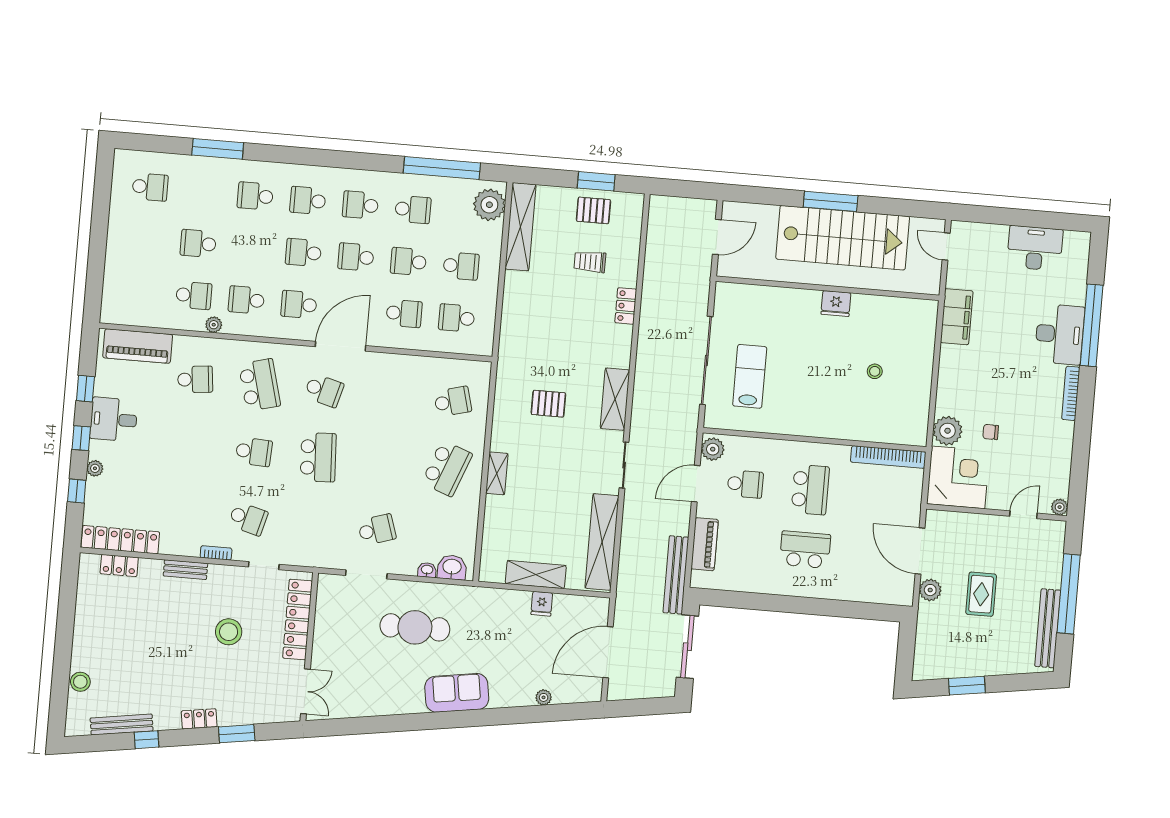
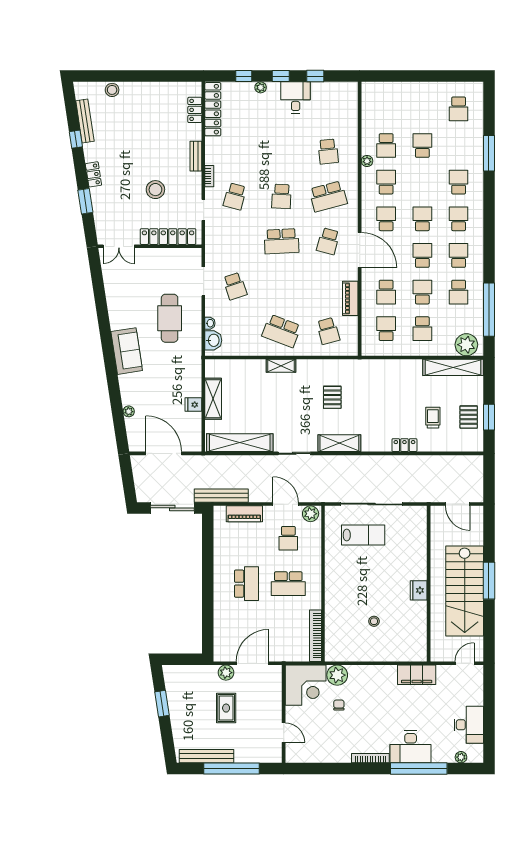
piano: (138, 346) -> (350, 298), moved, width x0.73, depth x0.75
plant: (1060, 507) -> (461, 757), moved
rug: (981, 594) -> (226, 708), turned 90

